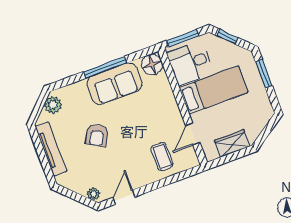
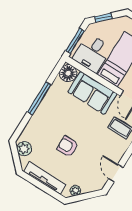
sofa: (115, 84) -> (92, 93), moved, turned 90
armchair: (97, 135) -> (68, 146), turned 151
plant: (93, 194) -> (75, 191), moved

